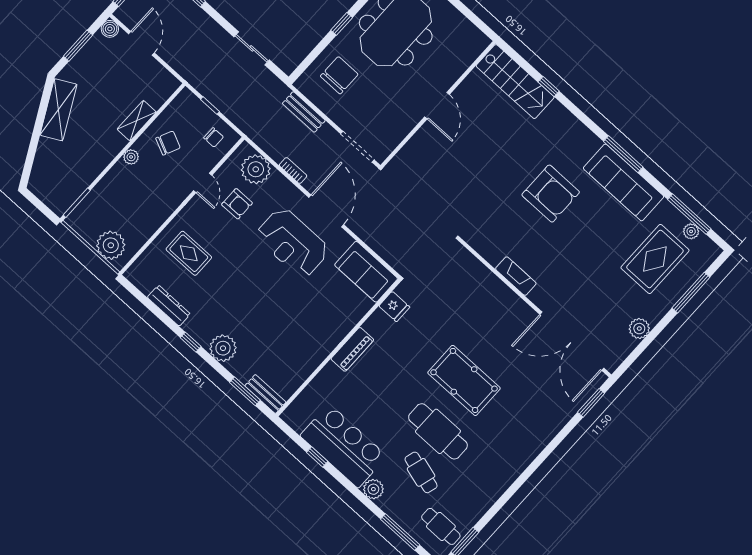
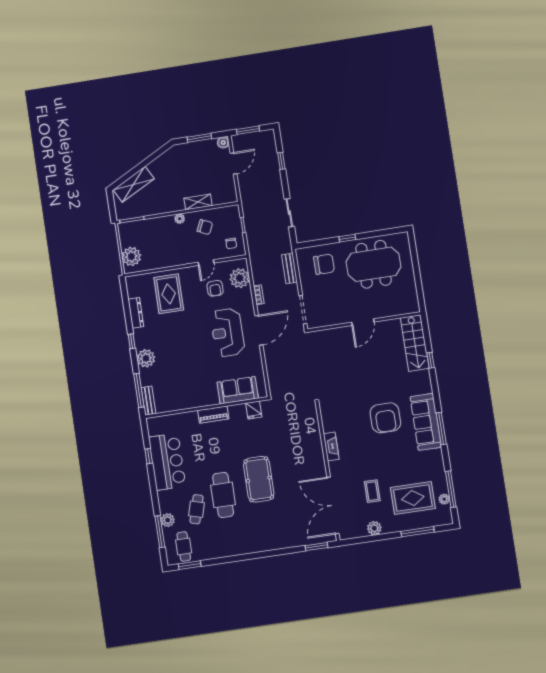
shelving: (58, 110) -> (134, 184), moved
sofa: (624, 182) -> (426, 422), moved
rug: (189, 253) -> (169, 294), width x1.36, depth x1.43
sofa: (366, 272) -> (238, 390), moved, turned 90
coffee table: (603, 289) -> (372, 491), added
window: (245, 391) -> (139, 390), width x1.44
plant: (373, 489) -> (168, 520), moved

